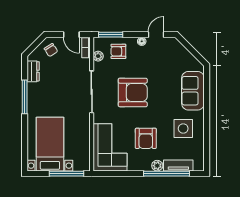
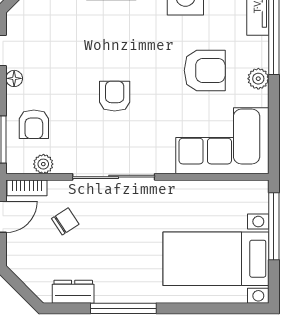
chair: (51, 50) -> (65, 221), moved
armchair: (133, 92) -> (115, 96), width x0.53, depth x0.53
plant: (157, 166) -> (258, 79), moved

